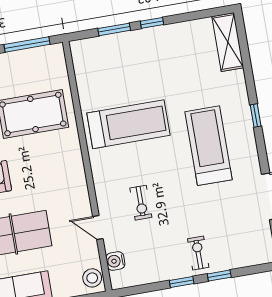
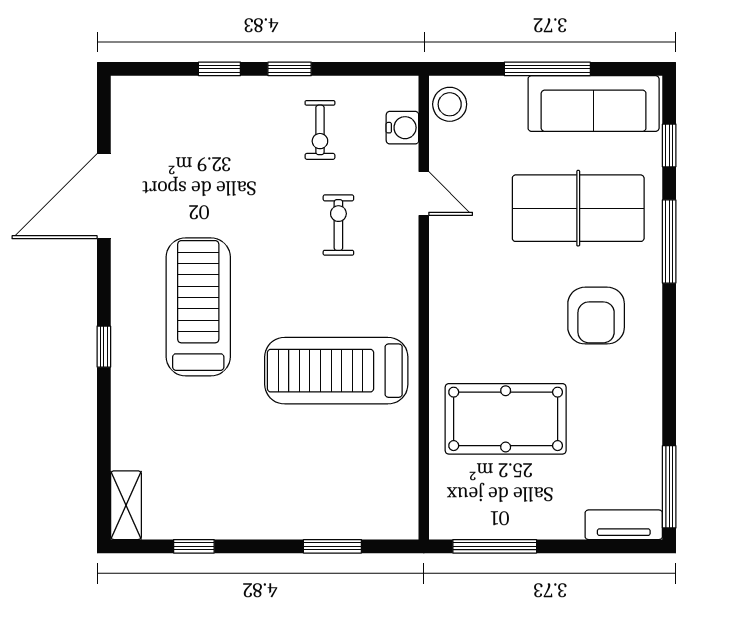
window: (152, 23) -> (194, 546), moved
shelving: (228, 42) -> (126, 505), width x0.67, depth x0.75
treadmill: (209, 146) -> (198, 307), turned 180
exercise bike: (198, 253) -> (320, 130), moved

